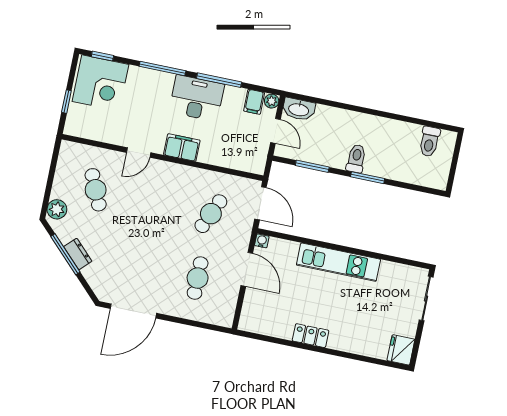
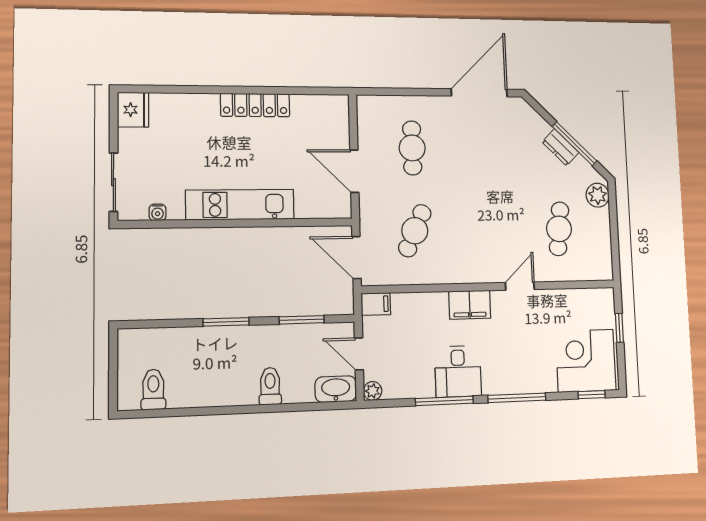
desk: (197, 98) -> (458, 371), width x0.73
filing cabinet: (254, 102) -> (376, 304), moved, turned 90
toilet: (356, 159) -> (270, 386), moved, turned 180
cafe table: (96, 190) -> (559, 229), turned 30
water cooler: (262, 241) -> (158, 212), moved
locker: (311, 336) -> (255, 105), width x1.53

